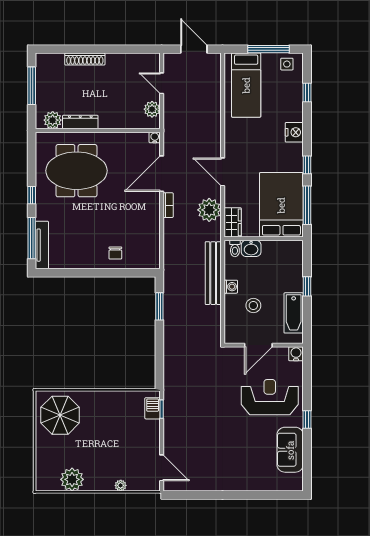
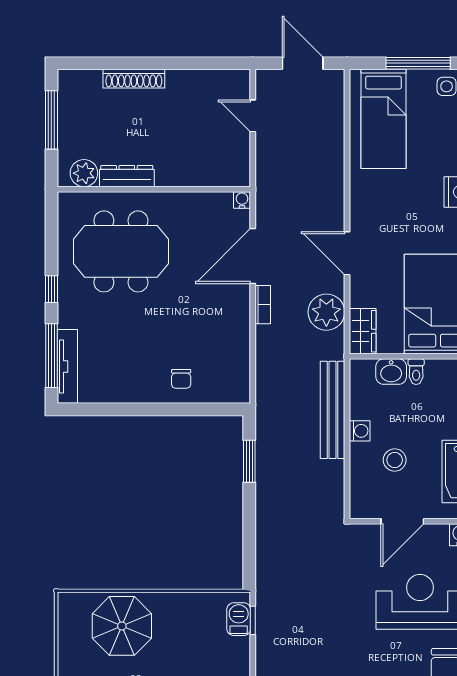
plant: (152, 109) -> (238, 156), removed
toilet: (235, 248) -> (416, 372), moved
parasol: (60, 415) -> (122, 626), moved

